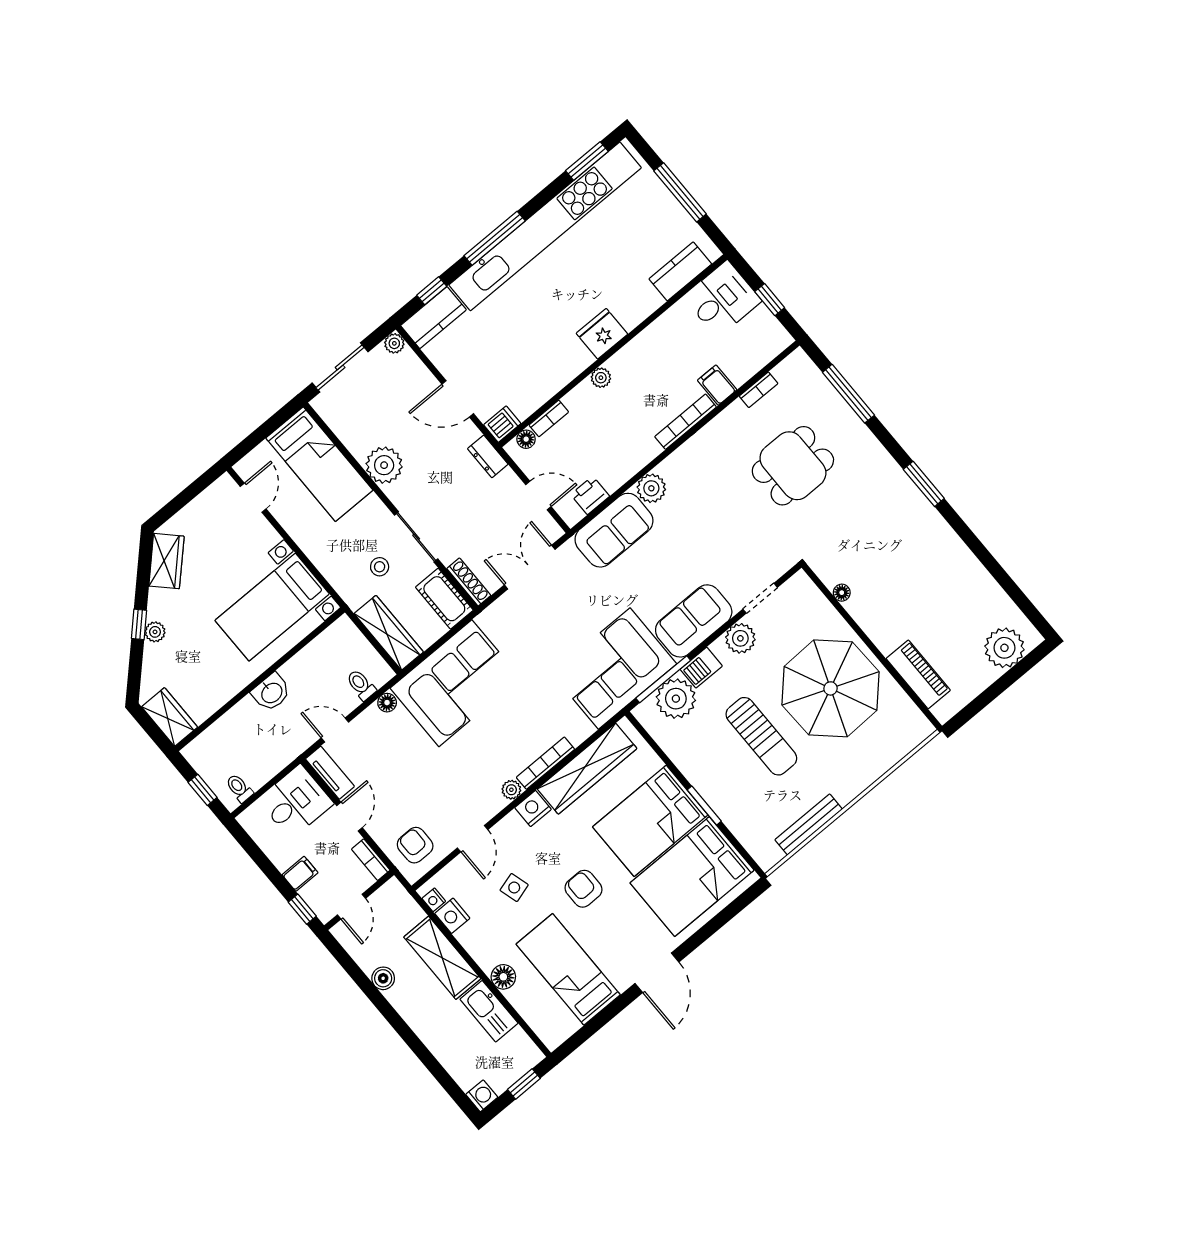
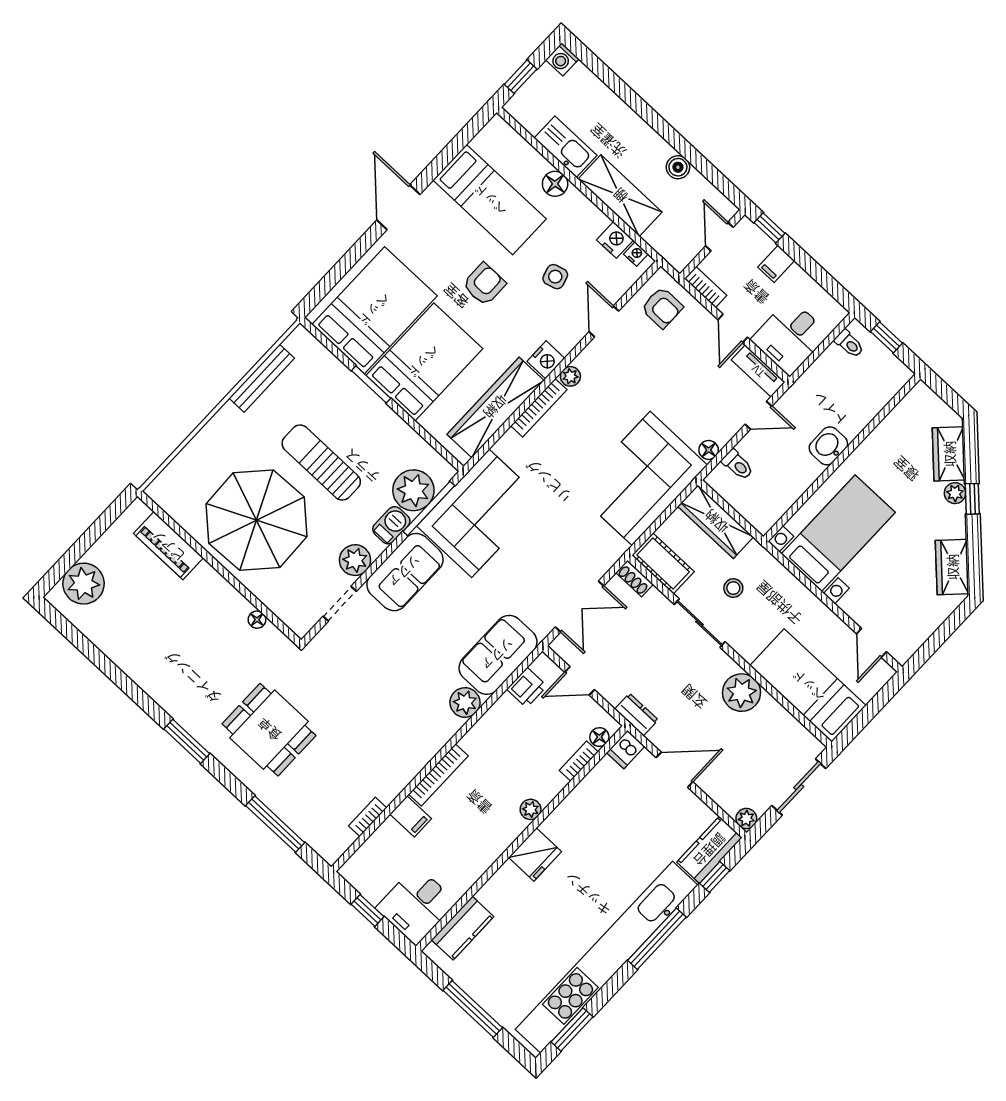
dining table: (793, 466) -> (269, 730), moved, turned 90
shoe rack: (469, 582) -> (635, 578), width x0.70
wardrobe: (170, 717) -> (949, 454), moved, turned 45
armchair: (583, 889) -> (484, 284), turned -90

